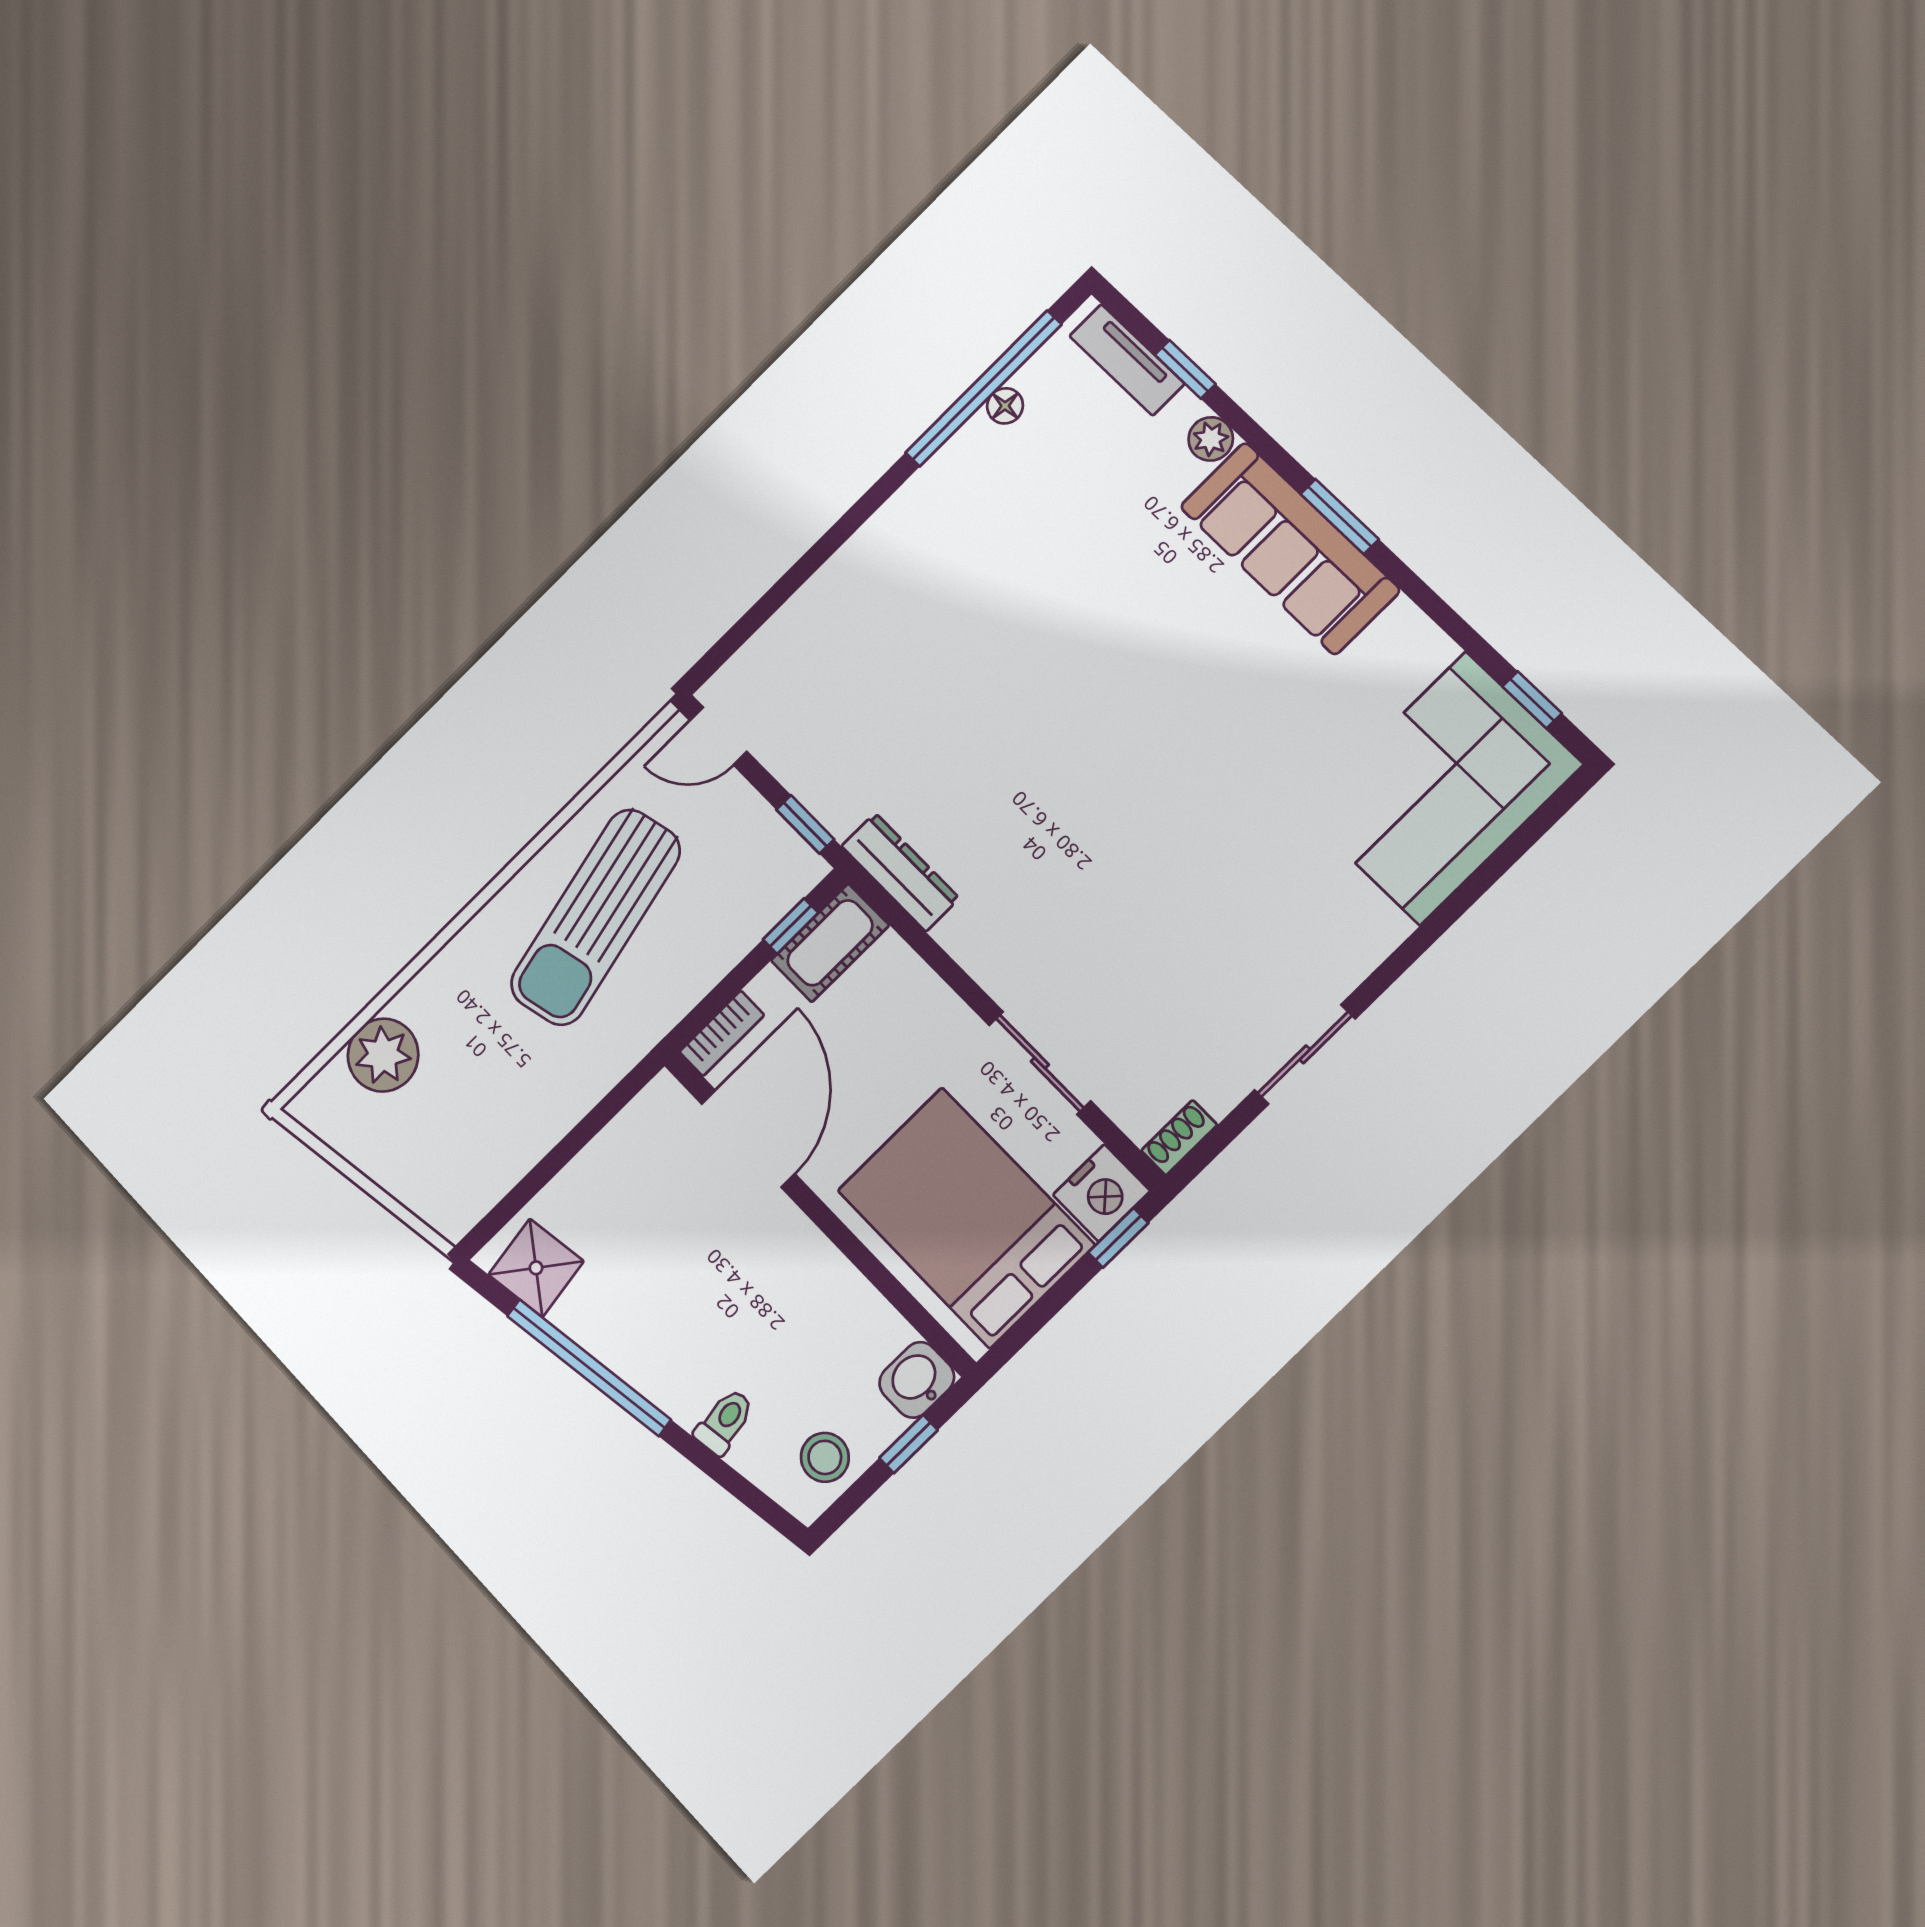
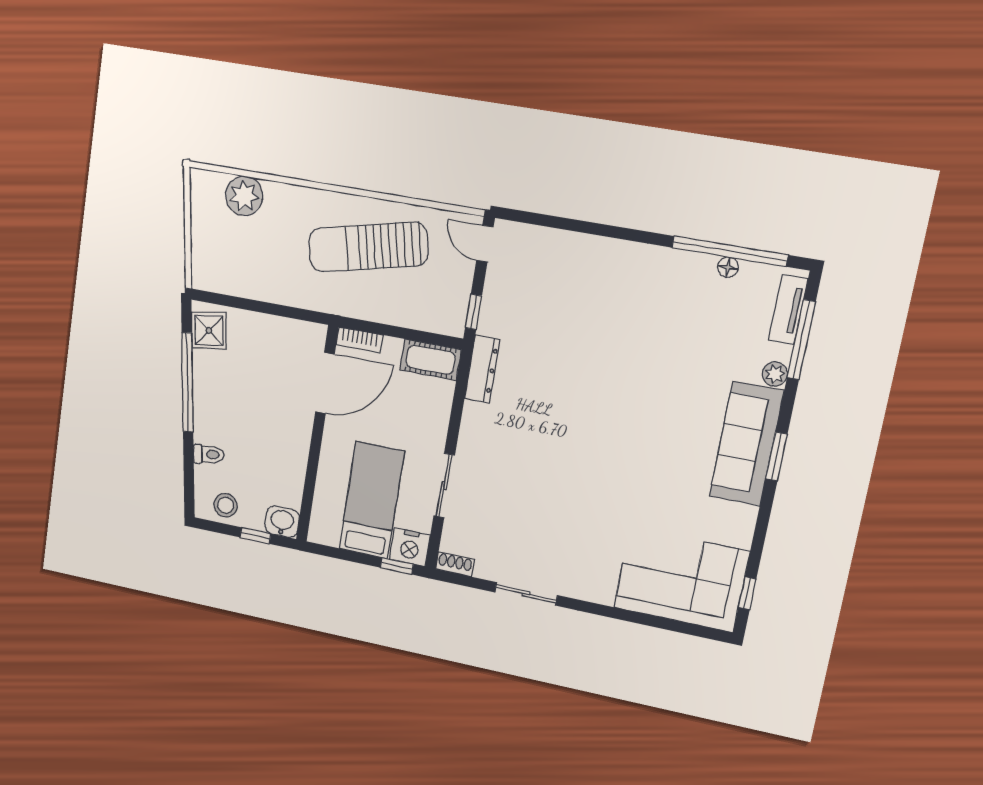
window: (1185, 369) -> (801, 340), width x2.17
window: (791, 926) -> (425, 337), removed
bed: (966, 1218) -> (372, 500), width x0.67

